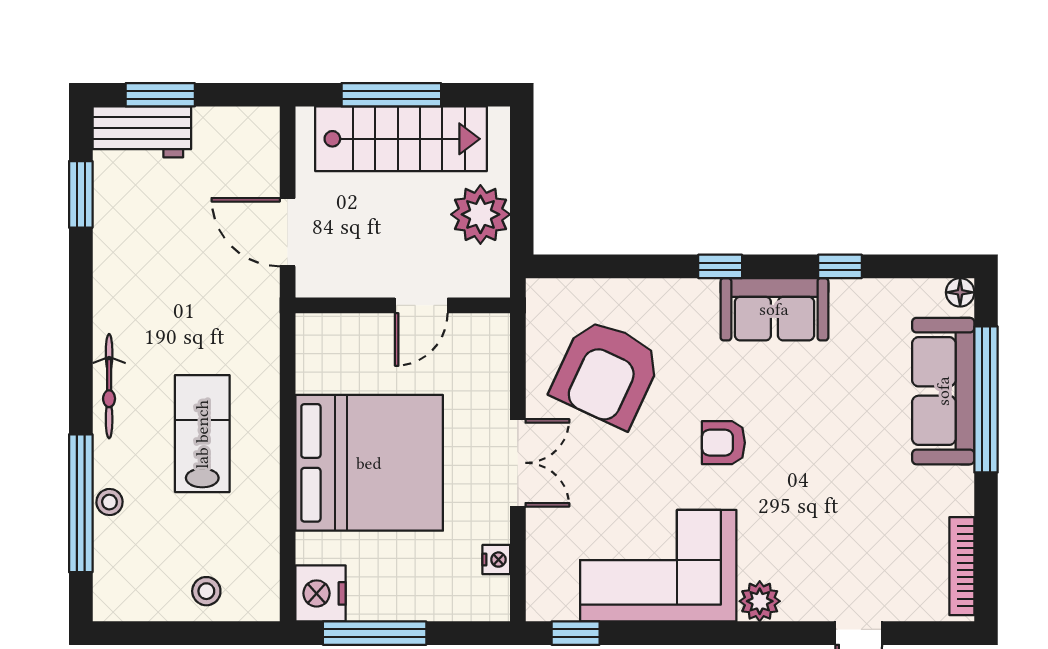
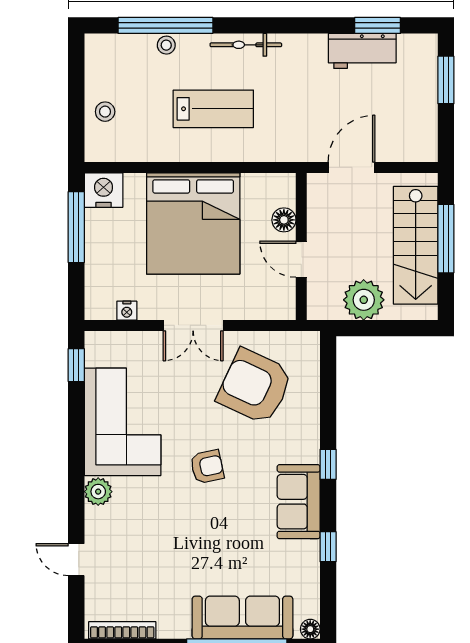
workbench: (142, 132) -> (362, 51), moved, turned -90
floor lamp: (364, 331) -> (284, 220), added
armchair: (723, 443) -> (207, 467), turned 78

